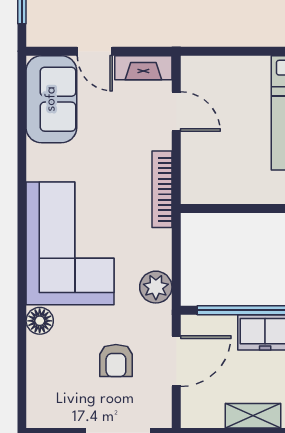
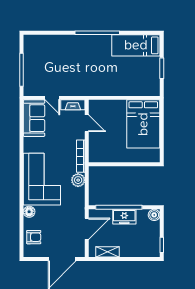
plant: (156, 287) -> (78, 180), moved
armchair: (116, 361) -> (34, 237), moved, turned -90
shelving: (253, 416) -> (108, 252), moved

